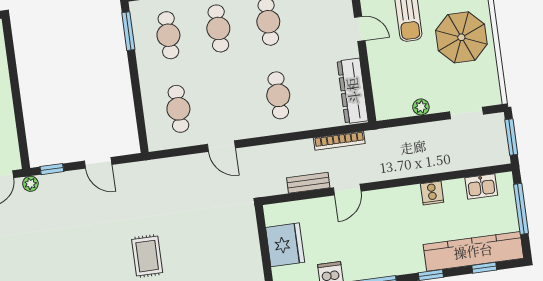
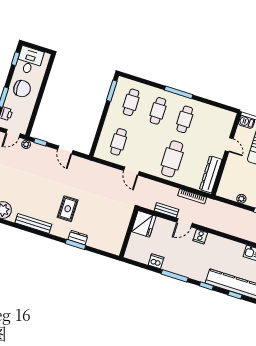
cafe table: (278, 95) -> (172, 159), width x1.37, depth x1.35
cooker: (432, 193) -> (200, 237), moved
fridge: (285, 245) -> (144, 224), moved

